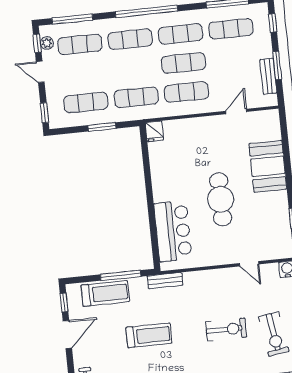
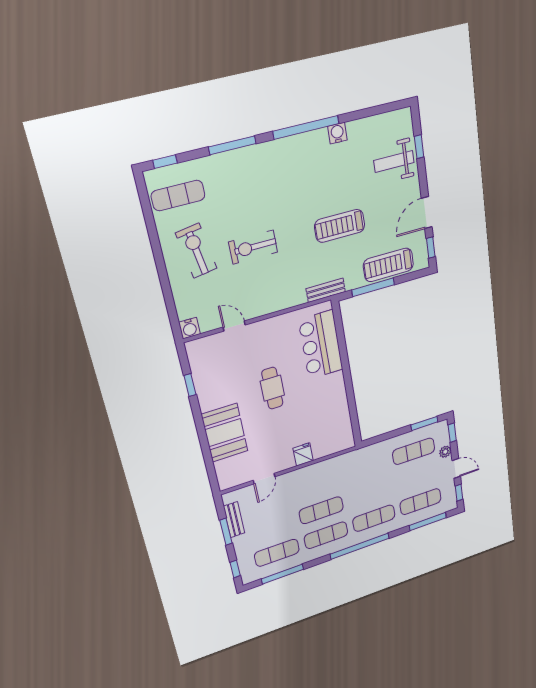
plant: (47, 43) -> (445, 452), moved
exercise mat: (187, 92) -> (316, 484), removed
exercise mat: (136, 97) -> (366, 468), removed
window: (102, 127) -> (424, 423), moved
fridge: (154, 131) -> (303, 454), moved
cafe table: (221, 199) -> (272, 388), width x0.73, depth x0.74

